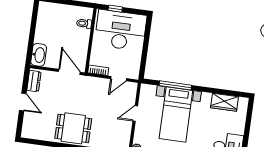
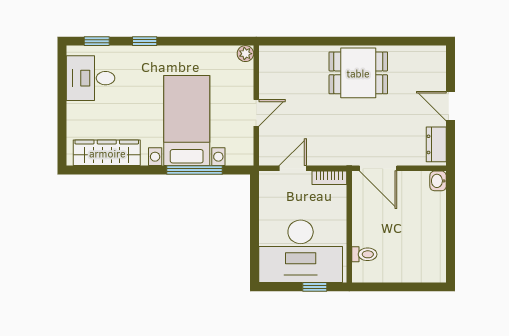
washbasin: (39, 55) -> (438, 181), width x0.52, depth x0.69
wardrobe: (224, 102) -> (107, 153), width x1.50

